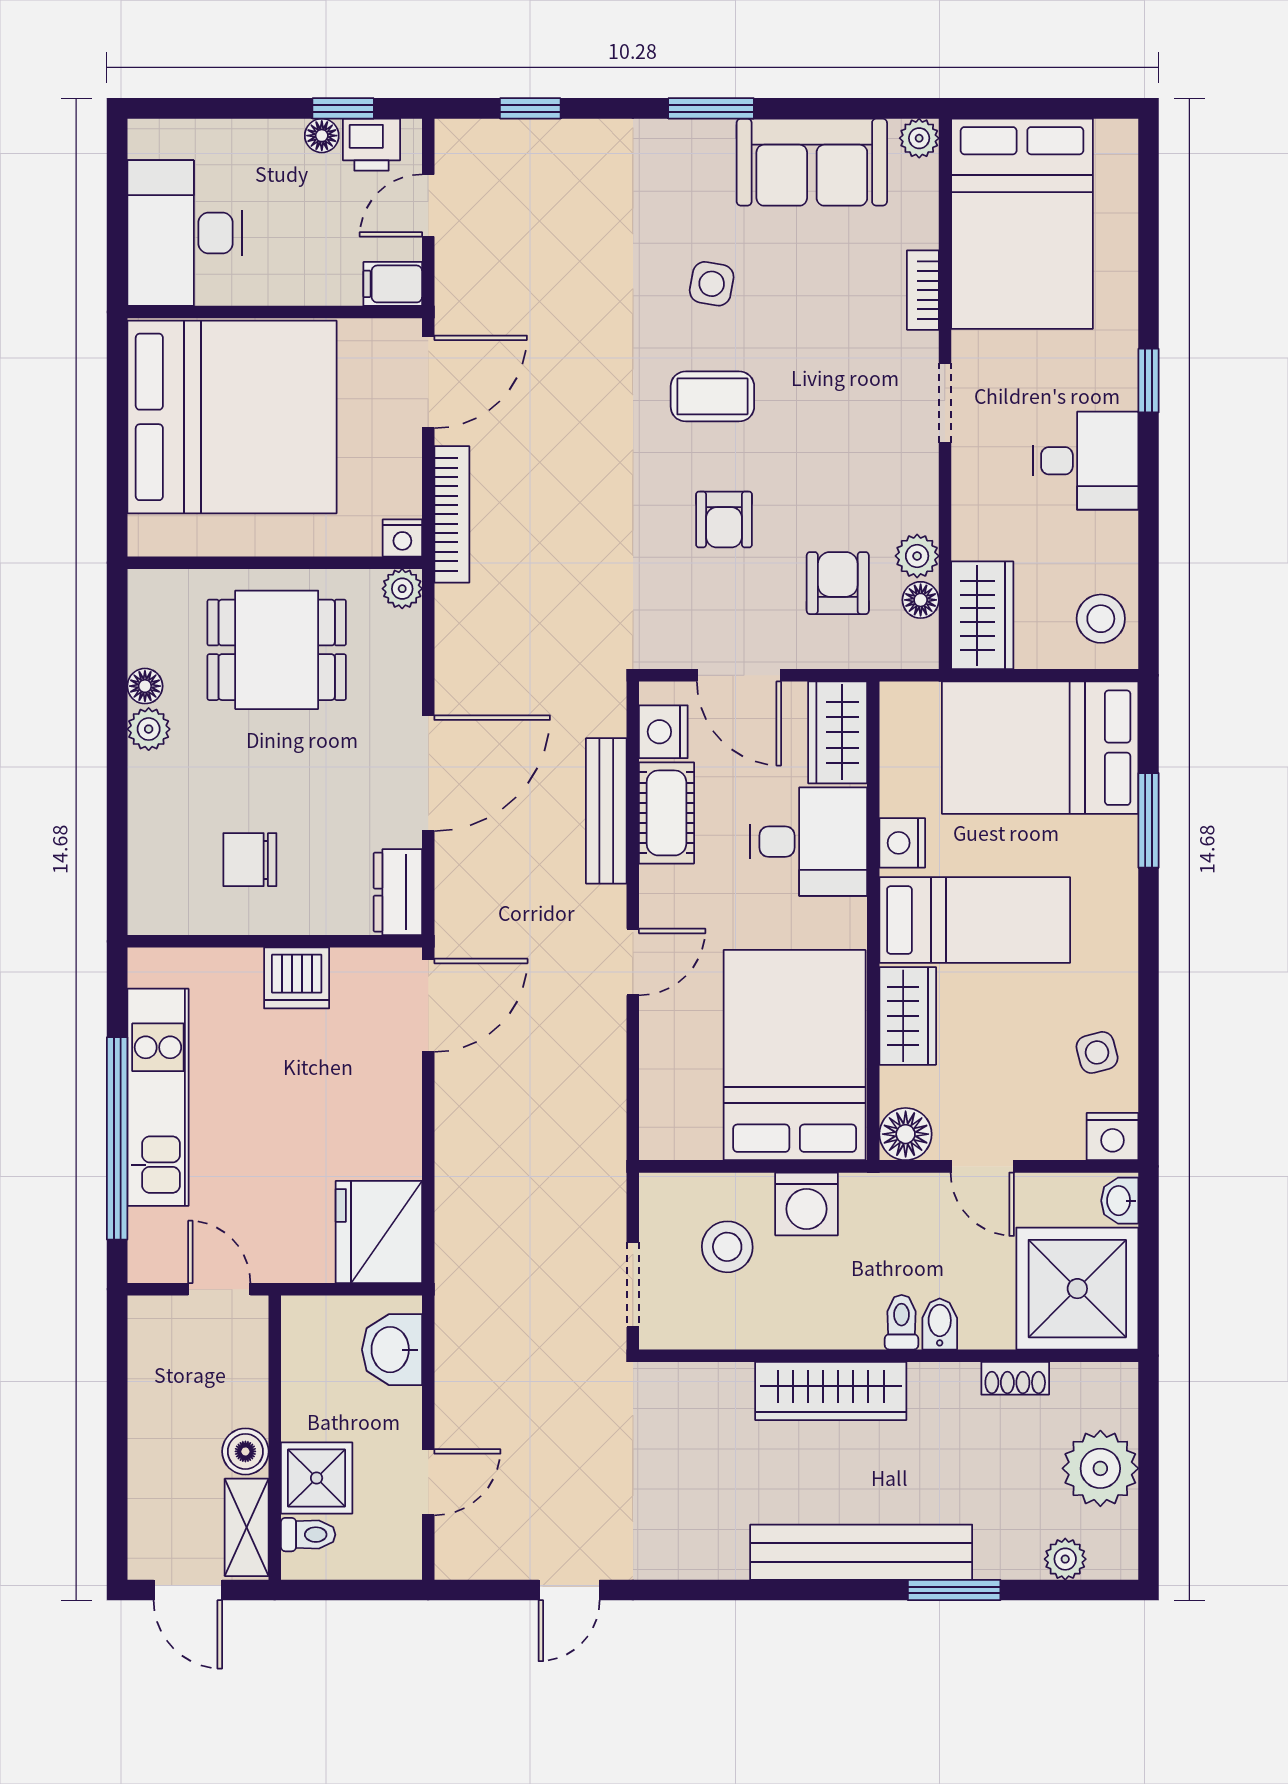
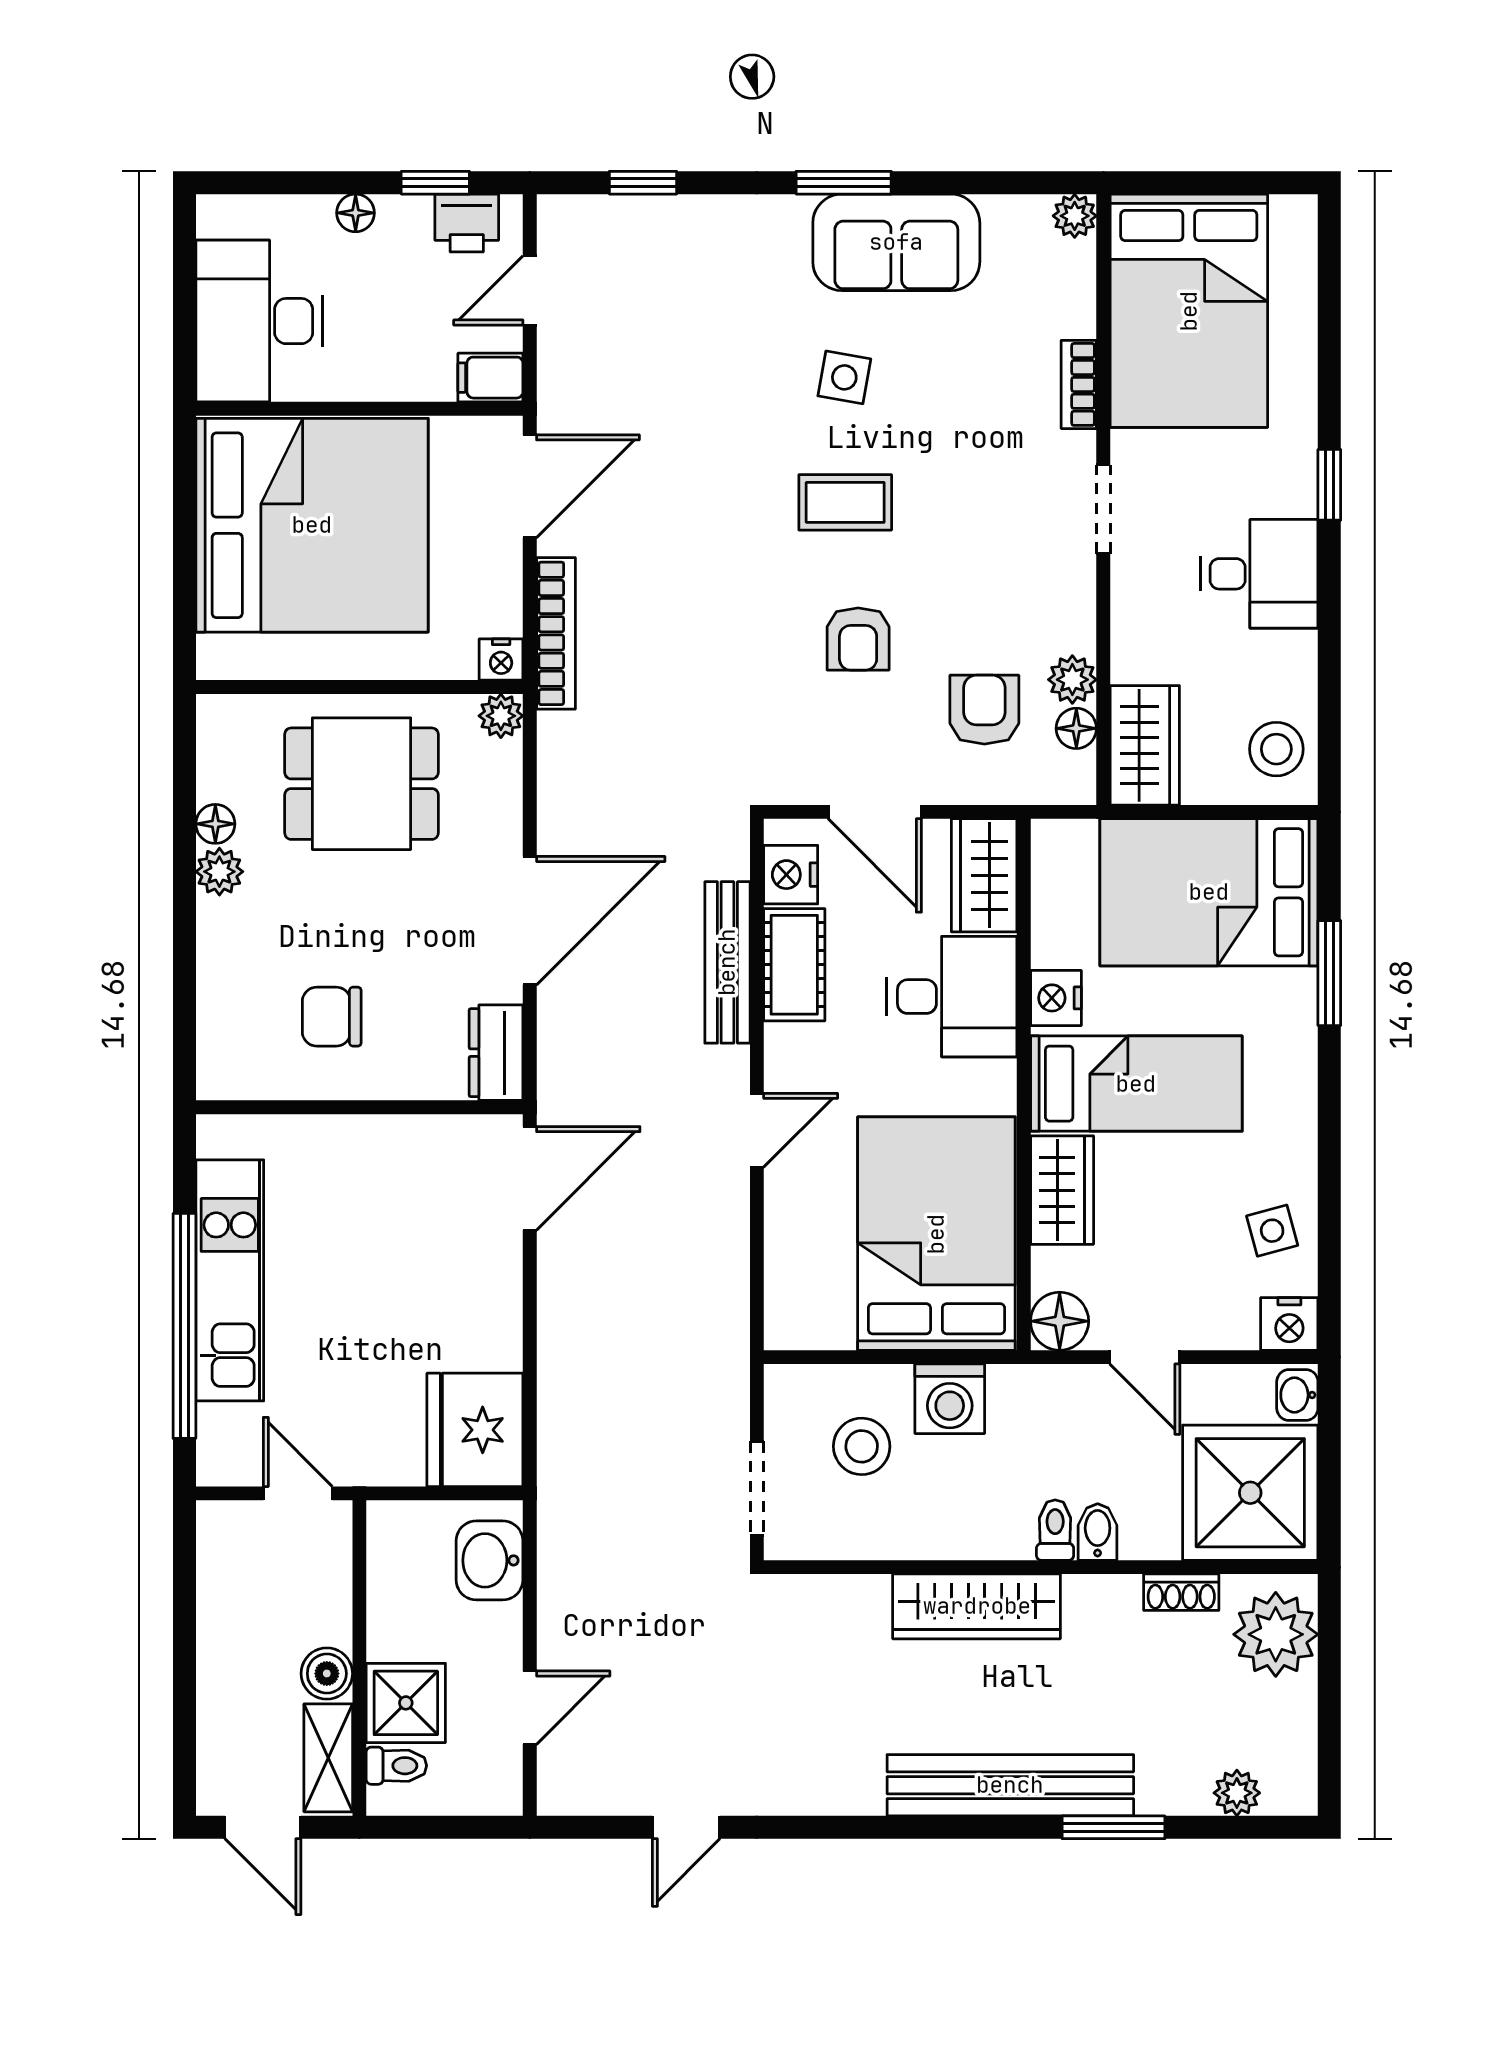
floor lamp: (322, 136) -> (356, 213), moved
sofa: (812, 162) -> (896, 242), moved
dishwasher: (297, 978) -> (384, 1148), removed
plant: (1100, 1468) -> (1276, 1634), moved

